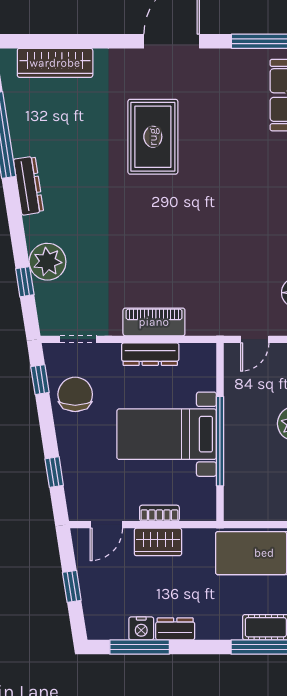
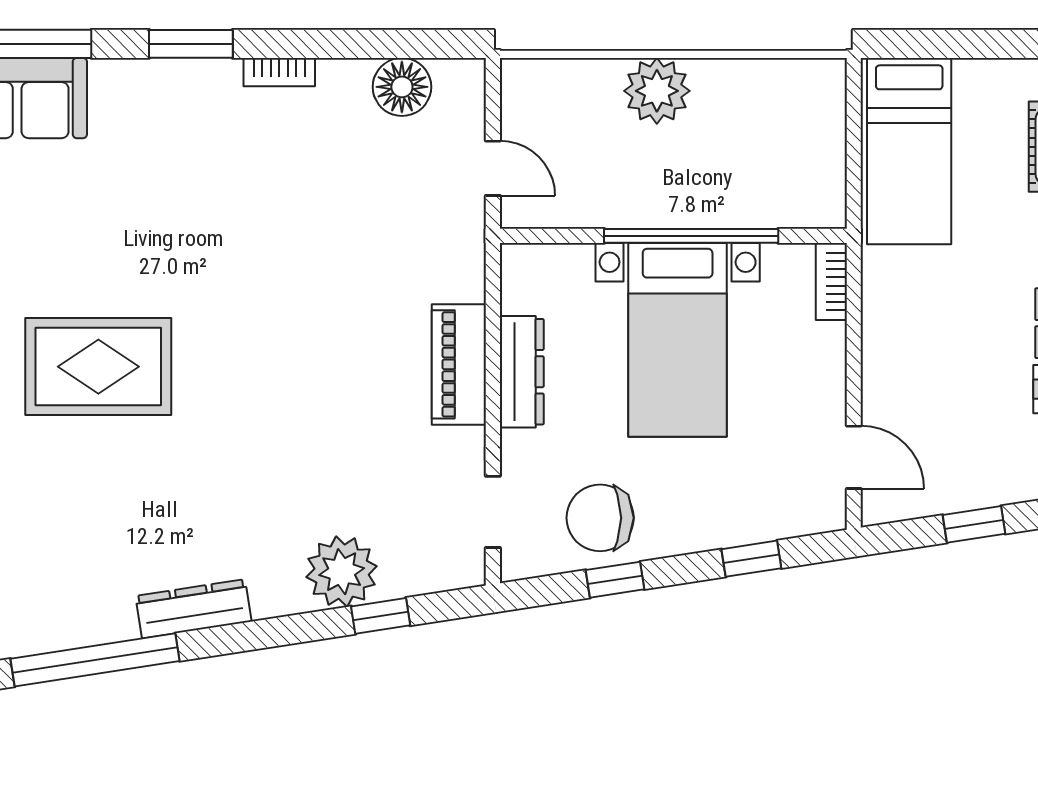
window: (40, 380) -> (615, 580), moved
bookcase: (159, 513) -> (831, 281), moved
wardrobe: (158, 542) -> (887, 357), removed

